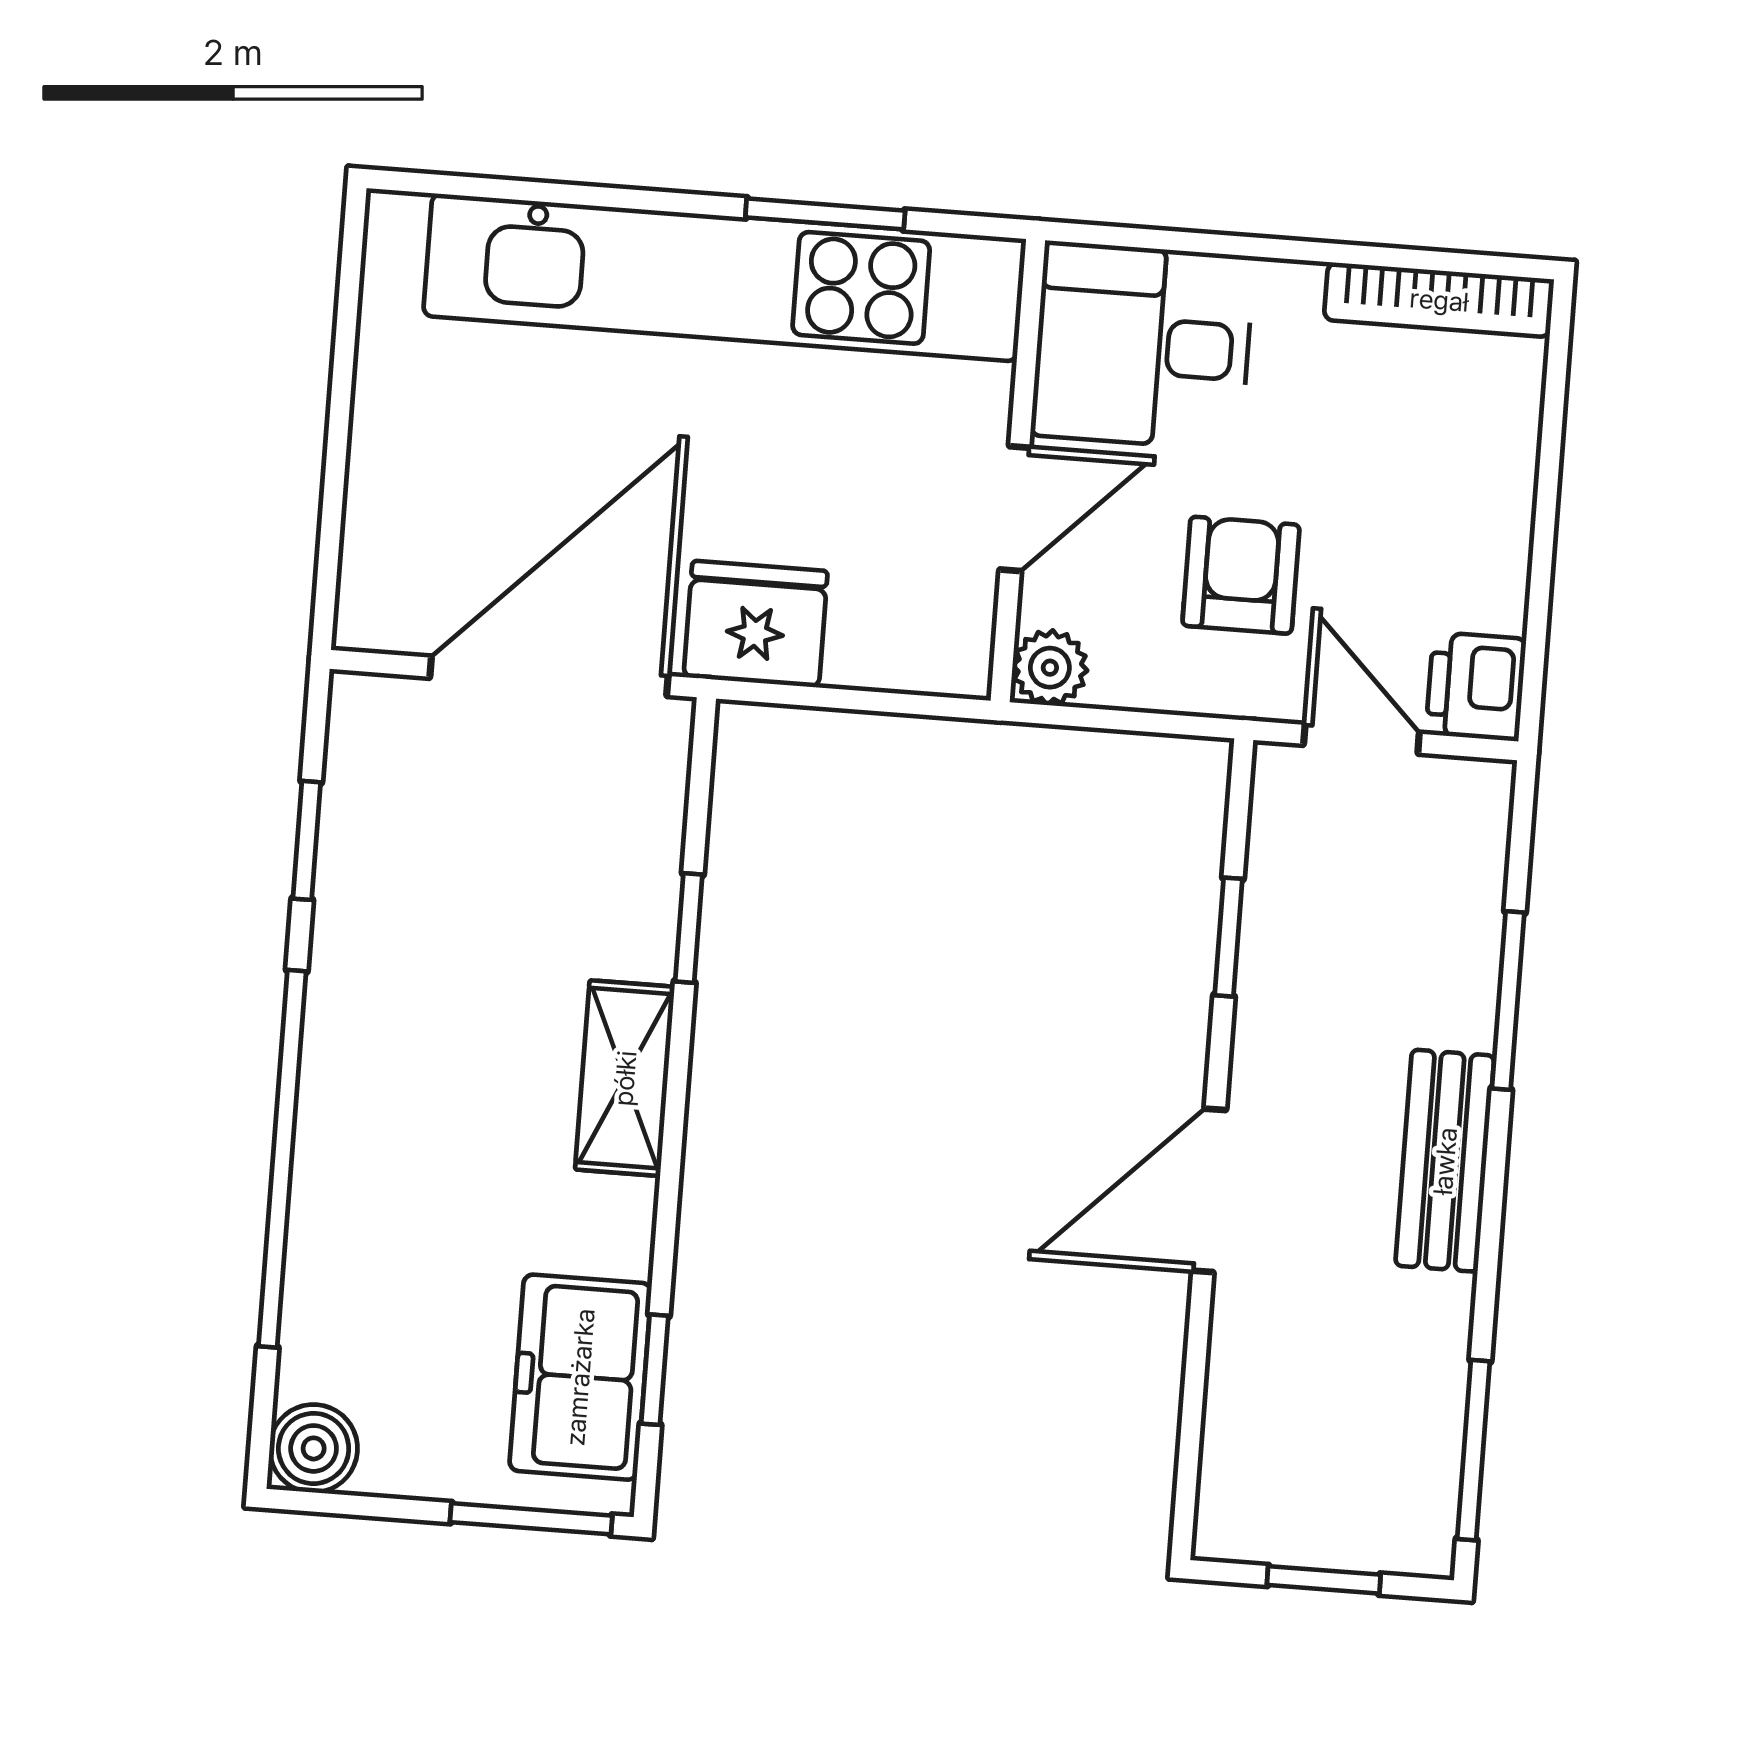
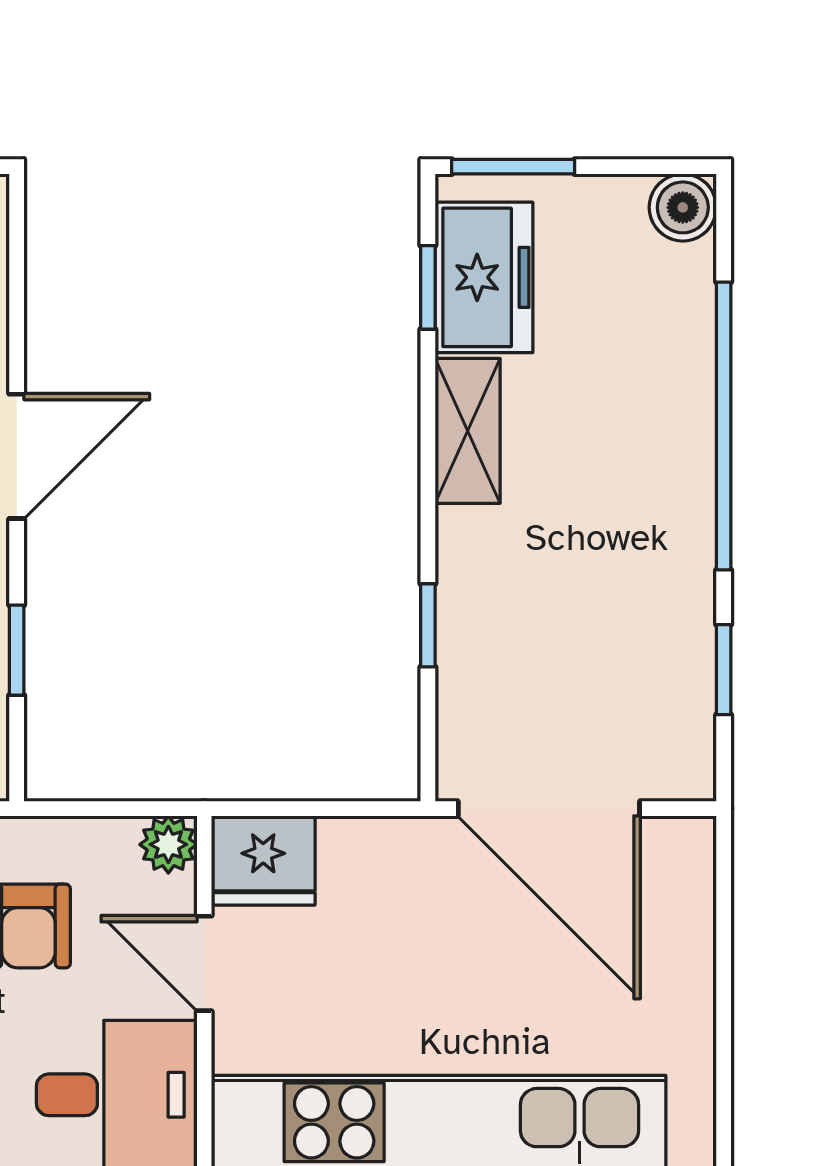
door: (1015, 509) -> (204, 963), hinge flipped
fridge: (756, 624) -> (263, 860), moved
door: (549, 676) -> (549, 809), hinge flipped
shelving: (625, 1078) -> (468, 431), moved

